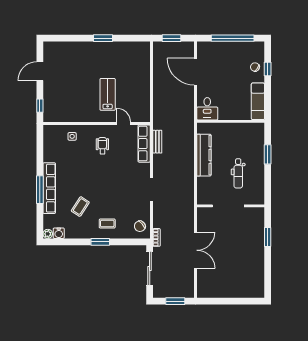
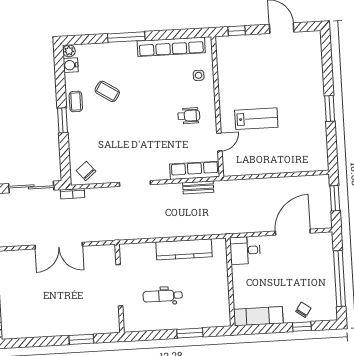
row of seats: (49, 188) -> (171, 47), moved
coffee table: (107, 224) -> (76, 102), moved

